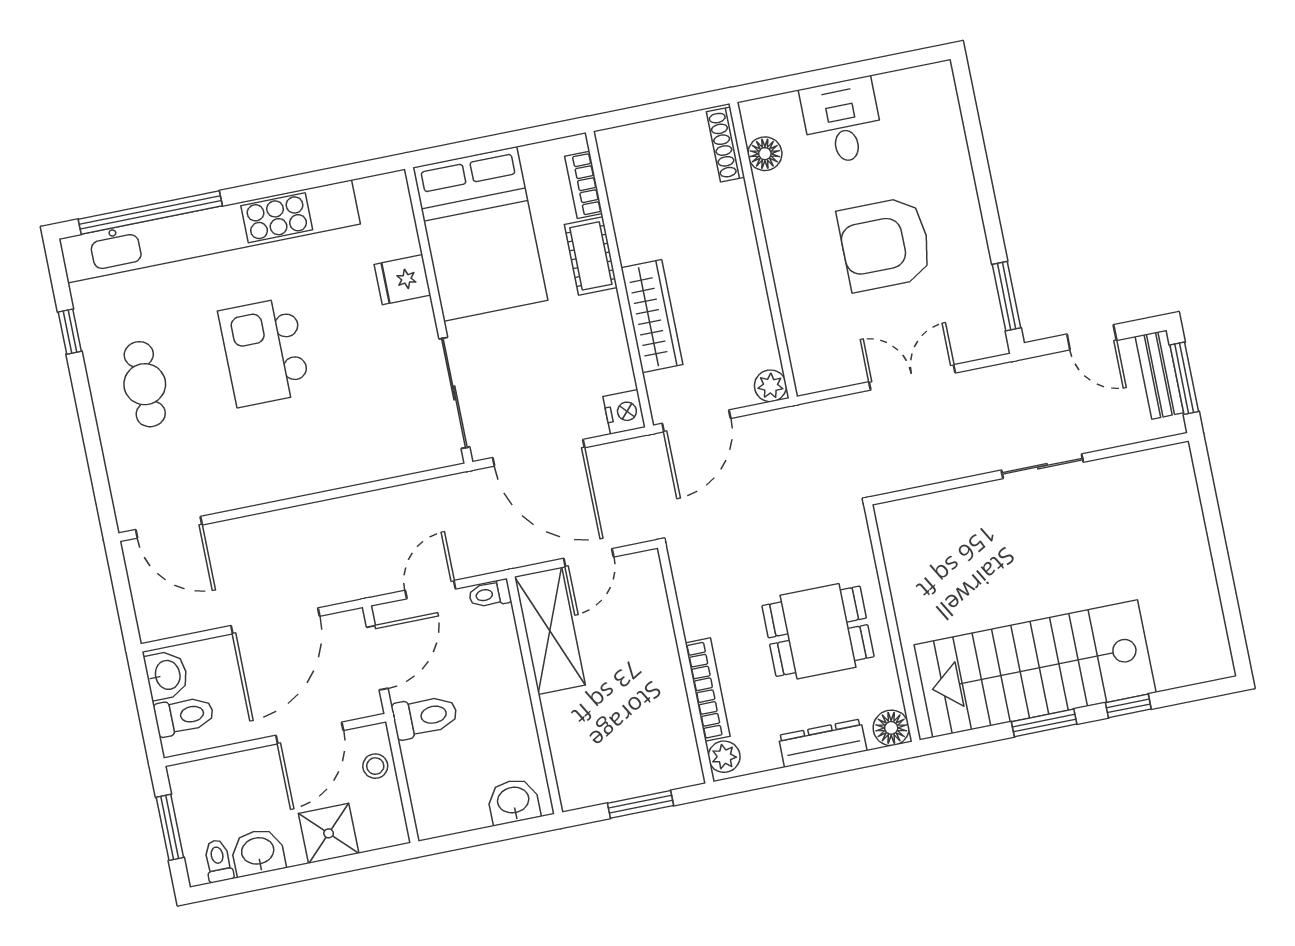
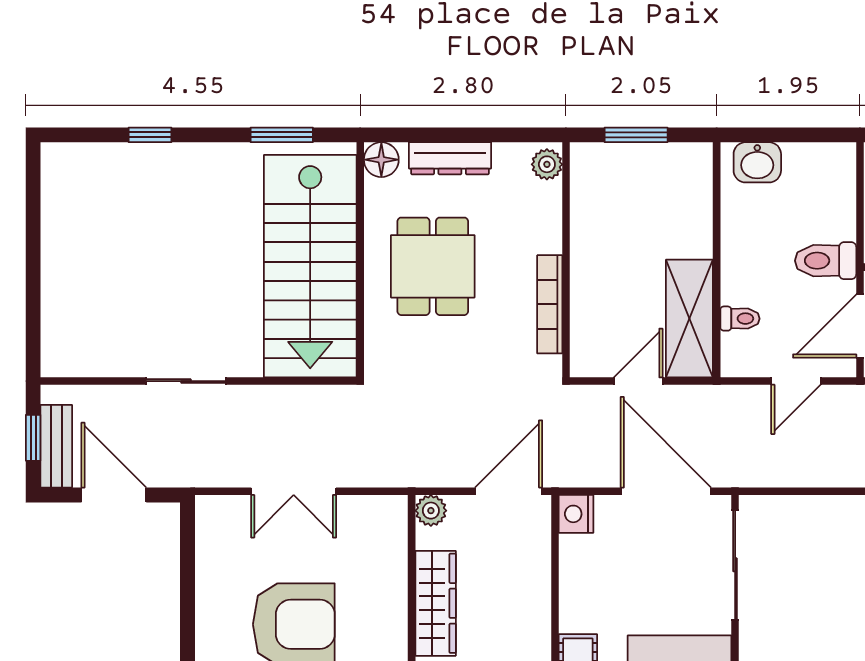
window: (1007, 296) -> (187, 551), removed
wardrobe: (652, 316) -> (436, 603), moved, turned 180
door: (1092, 337) -> (114, 495), width x1.38
window: (1184, 378) -> (33, 438), width x0.67
toilet: (490, 594) -> (740, 319), moved
dining table: (818, 631) -> (433, 266), turned 90
stairs: (1035, 669) -> (310, 266), moved, turned 90
bookcase: (708, 690) -> (550, 304), moved
window: (1044, 723) -> (282, 135), moved

